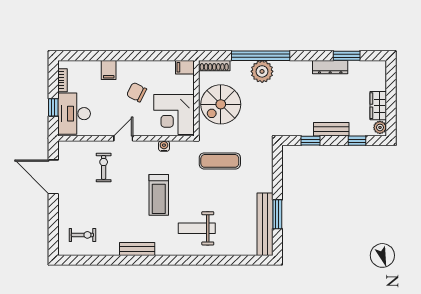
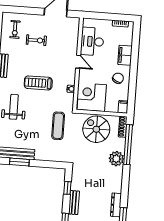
window: (261, 56) -> (128, 145), moved
filing cabinet: (109, 70) -> (125, 55), width x2.00
chair: (137, 92) -> (118, 78), moved
window: (53, 107) -> (102, 16), removed
desk: (74, 114) -> (92, 42), moved, turned -90
exercise bike: (104, 167) -> (36, 40), moved

